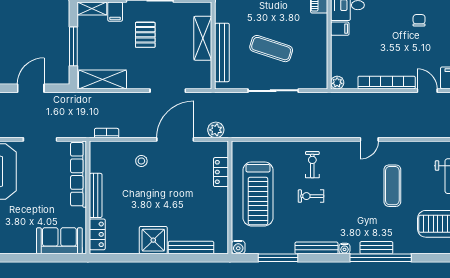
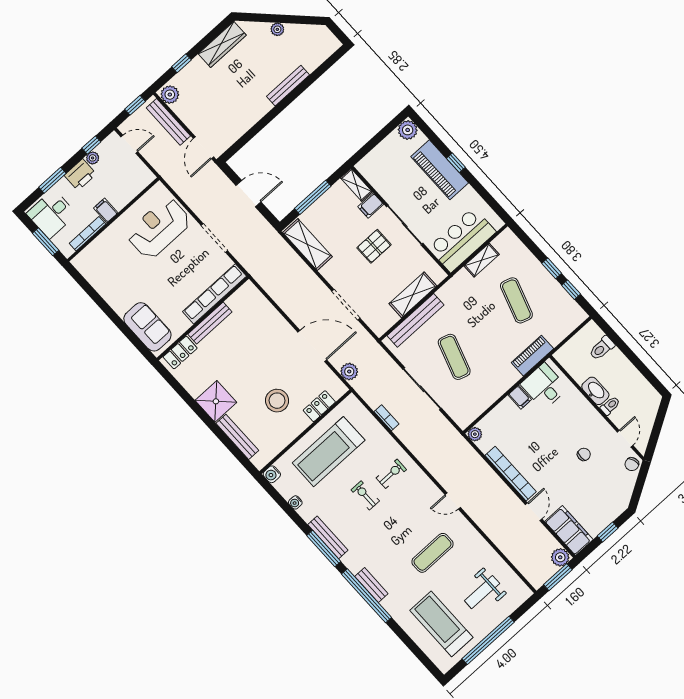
bookcase: (107, 133) -> (387, 418), moved
stool: (141, 161) -> (277, 401), moved, width x1.89, depth x1.89
water cooler: (344, 249) -> (295, 502), moved
window: (278, 258) -> (324, 549), moved

